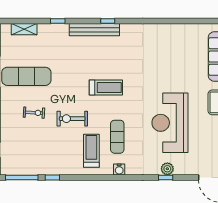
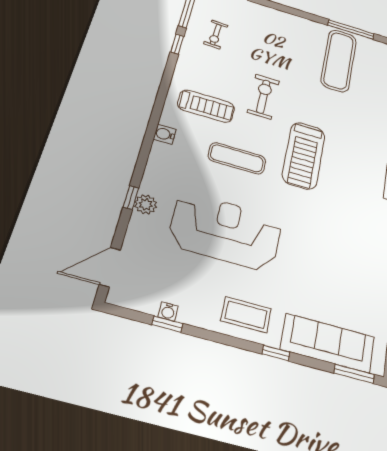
treadmill: (106, 88) -> (304, 155), width x1.37, depth x1.38
exercise bike: (34, 113) -> (216, 34), moved
exercise mat: (117, 137) -> (237, 158), moved

